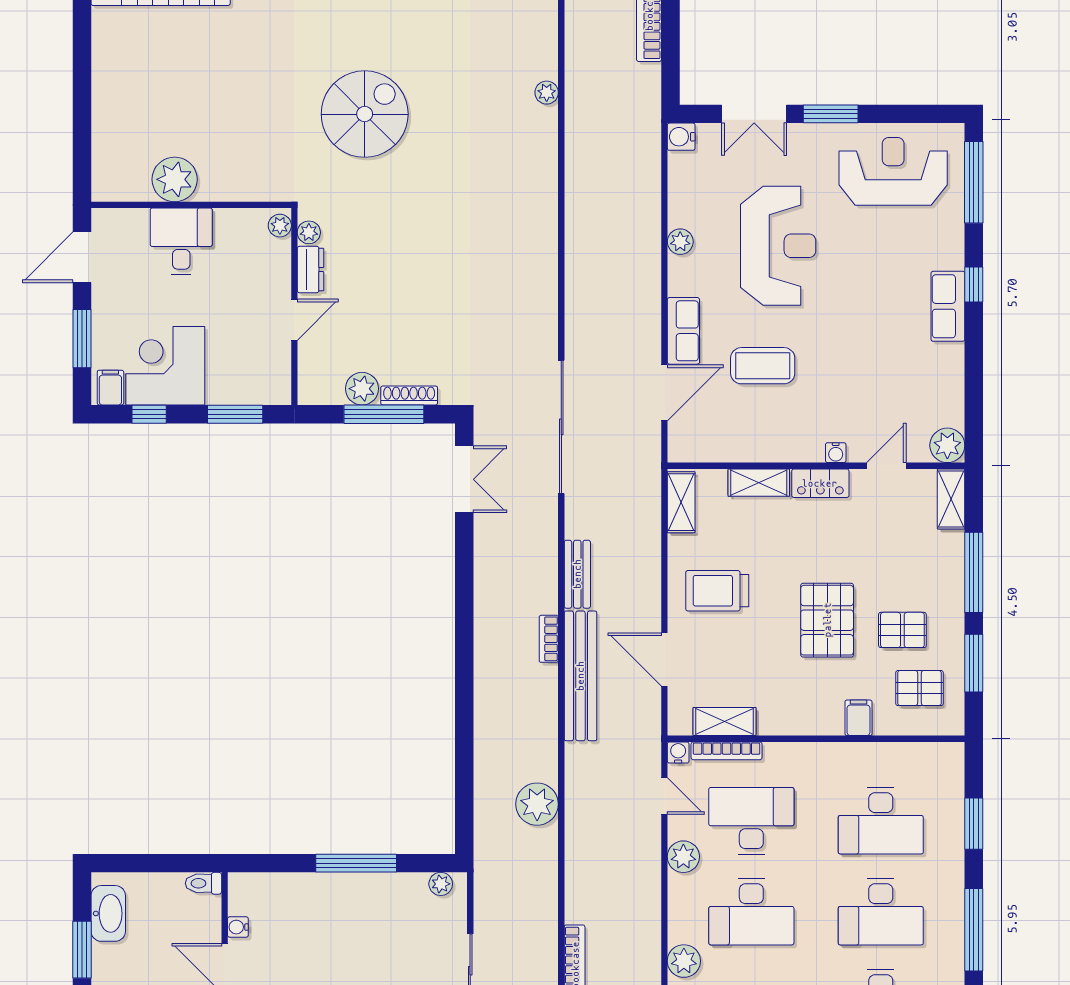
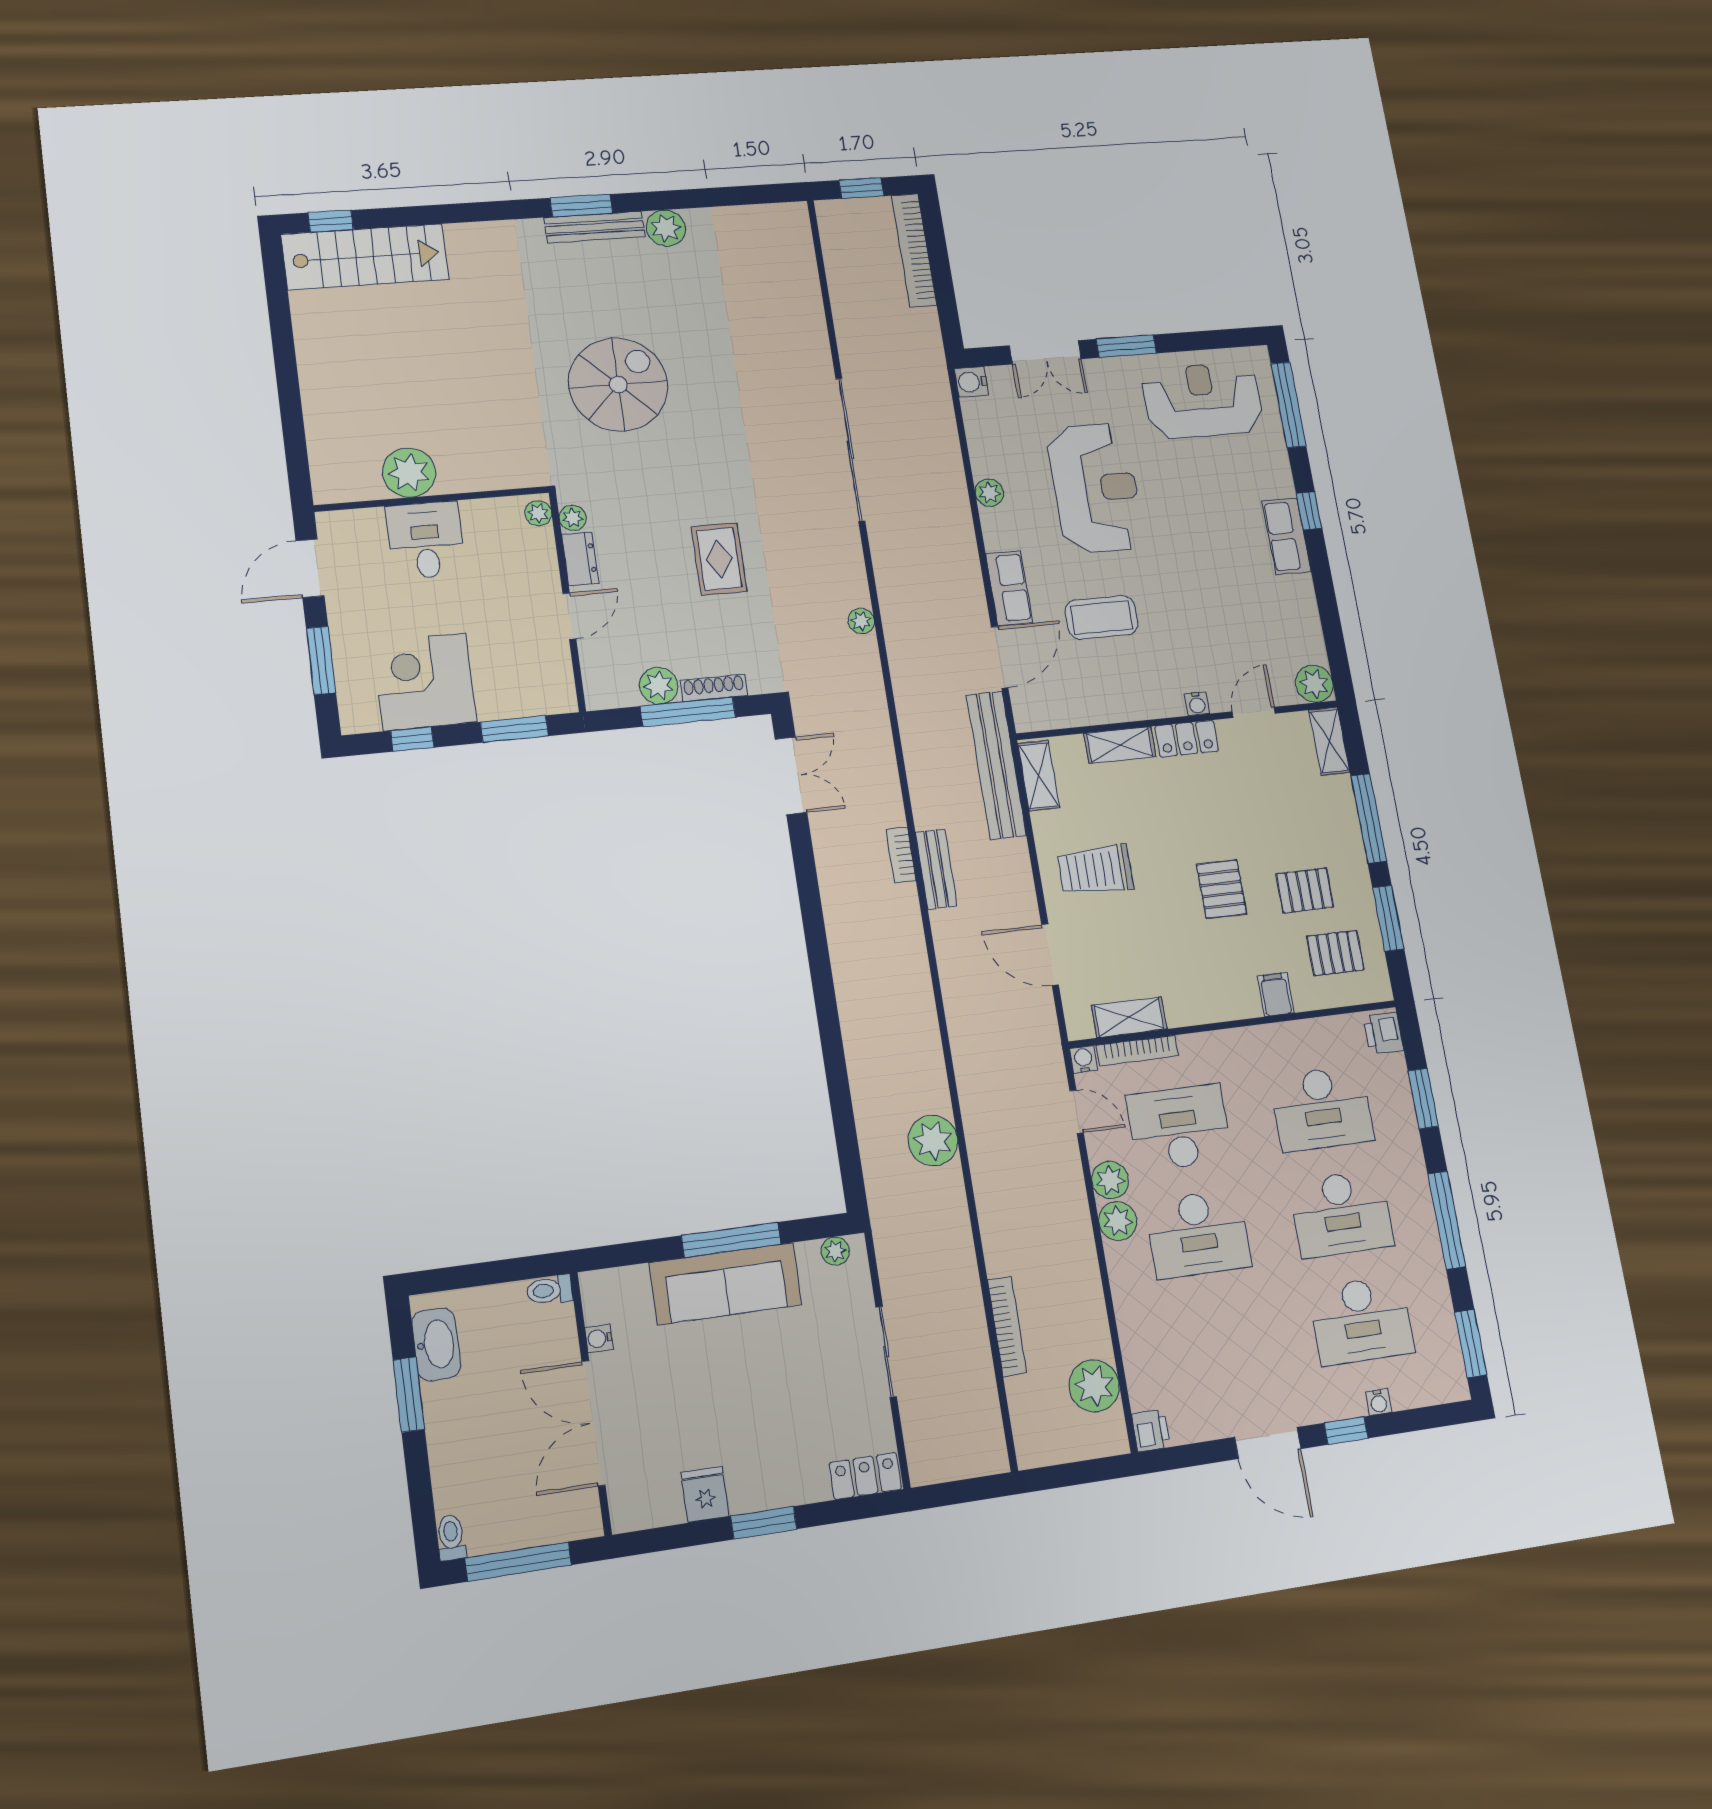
plant: (547, 93) -> (861, 621), moved
rug: (430, 281) -> (719, 559), added
filing cabinet: (110, 388) -> (362, 713), removed
sliding door: (561, 427) -> (850, 450), moved
pallet: (827, 620) -> (1221, 889), width x0.67, depth x0.71
bookcase: (549, 639) -> (901, 855), moved
bench: (580, 676) -> (996, 765), moved
printer: (949, 763) -> (1383, 1033), added
sofa: (346, 898) -> (725, 1284), added
plant: (684, 961) -> (1118, 1221), moved

